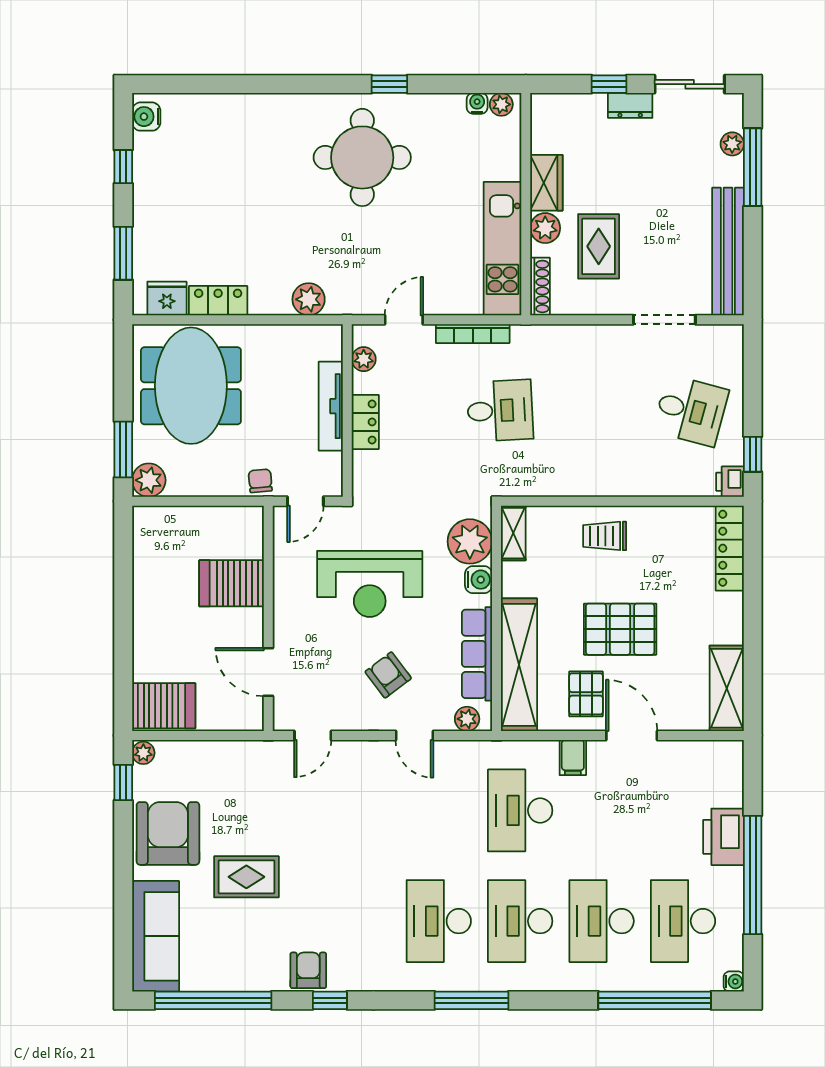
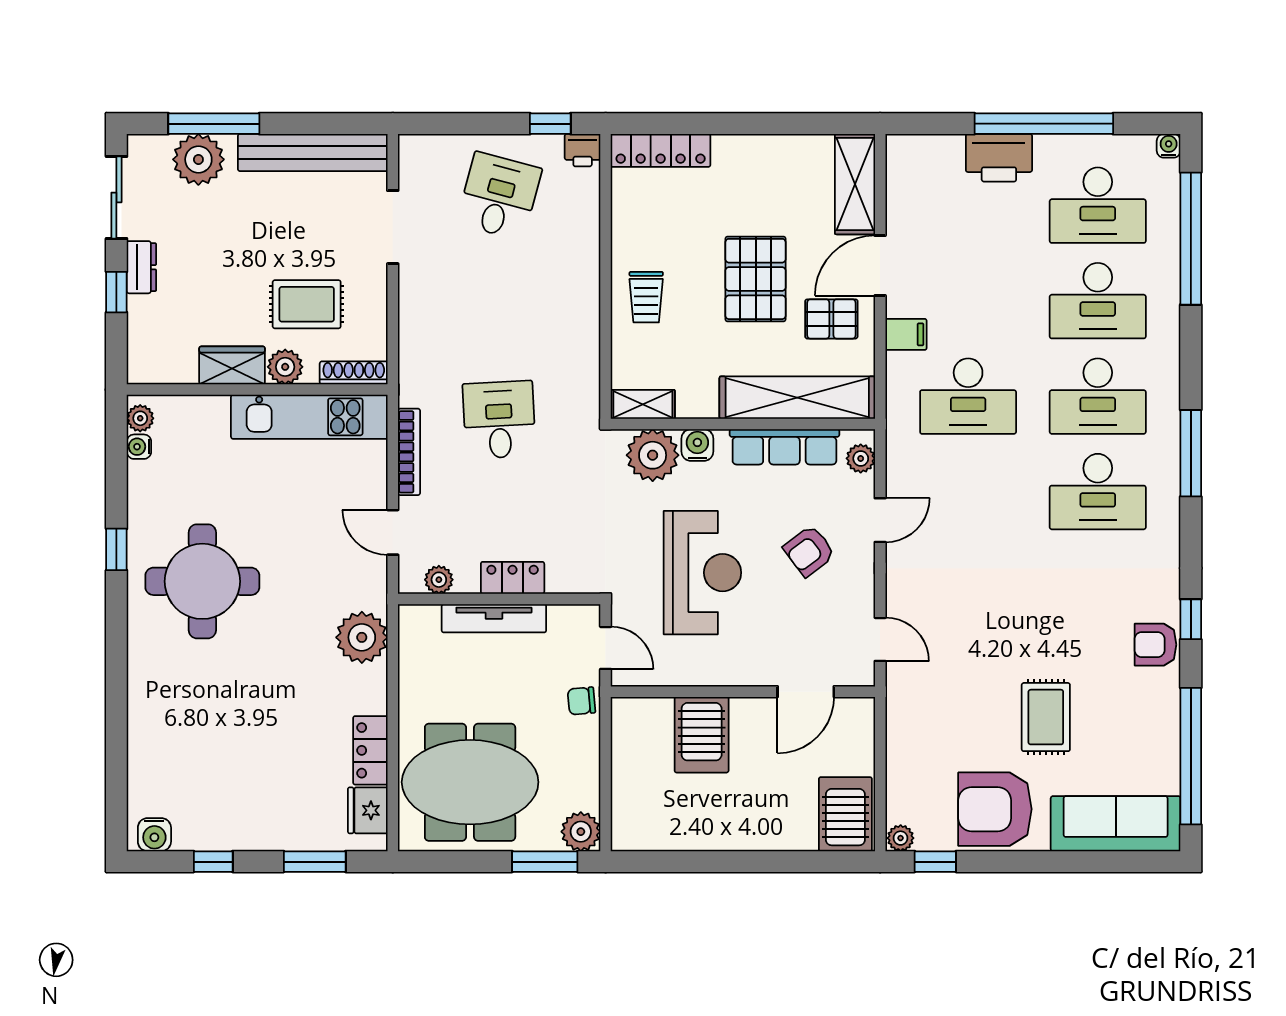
plant: (732, 144) -> (198, 159), width x1.88, depth x1.88
plant: (309, 299) -> (362, 637), width x1.36, depth x1.36
shelving: (727, 688) -> (855, 184), moved, turned 90

